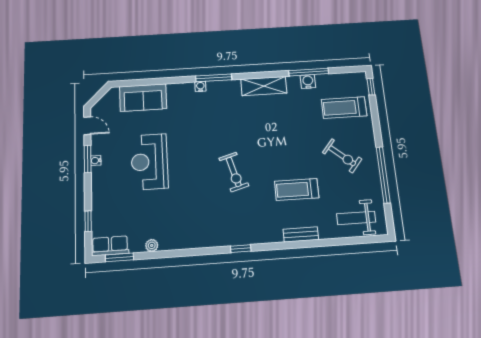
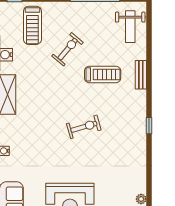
exercise bike: (342, 156) -> (68, 49), moved
treadmill: (297, 189) -> (103, 74), turned -90

